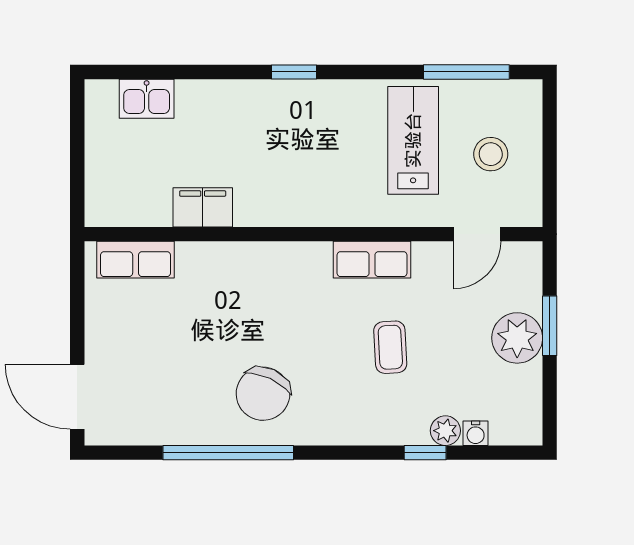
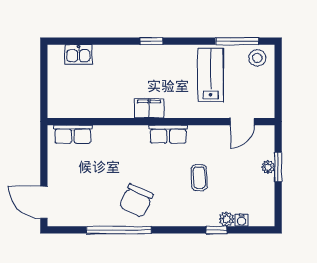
stool: (491, 154) -> (257, 58), moved
filing cabinet: (203, 207) -> (149, 108), moved
row of seats: (372, 260) -> (168, 134), moved
plant: (517, 338) -> (268, 167), width x0.53, depth x0.53

